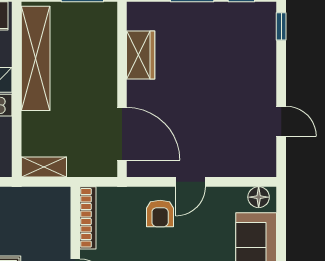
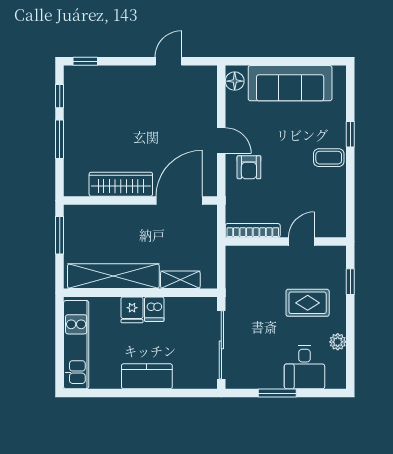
wardrobe: (141, 55) -> (121, 184), width x1.50
shelving: (44, 167) -> (180, 280), moved, turned 90
armchair: (160, 213) -> (249, 167), turned 90

